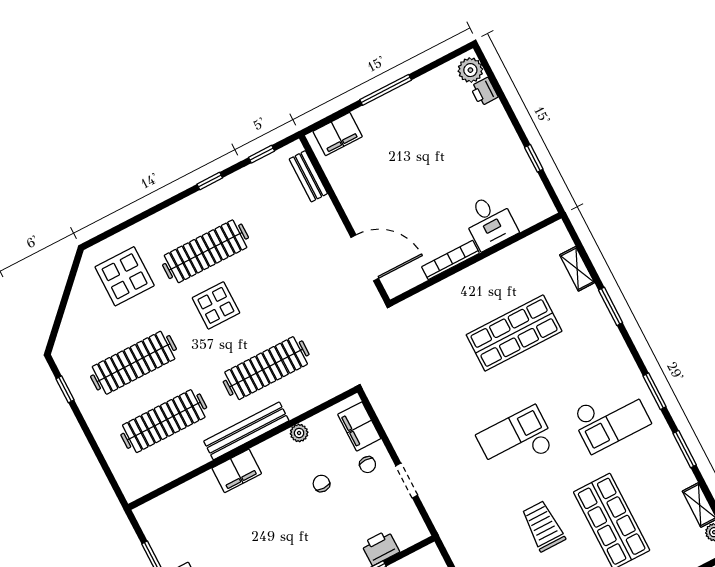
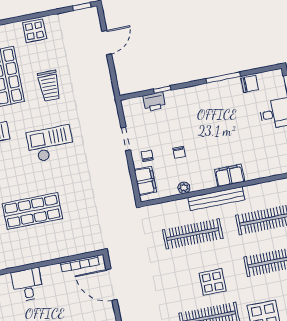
bookcase: (450, 260) -> (80, 264), moved
checkout: (516, 441) -> (50, 144), turned 180

